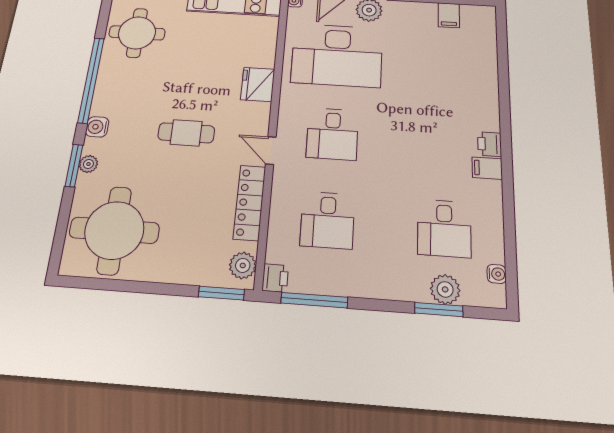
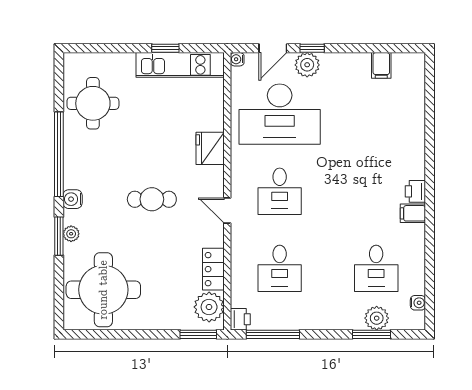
locker: (250, 203) -> (213, 269), width x0.66
plant: (243, 265) -> (209, 307), width x1.36, depth x1.36

